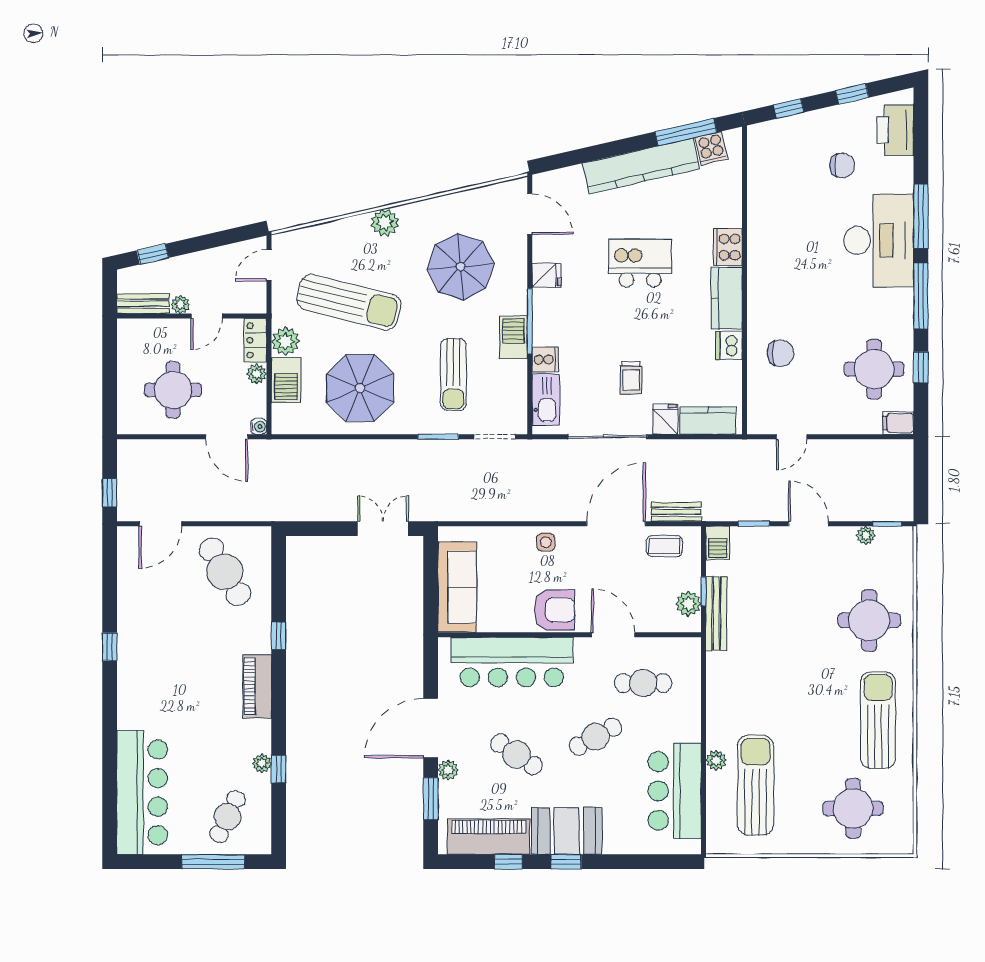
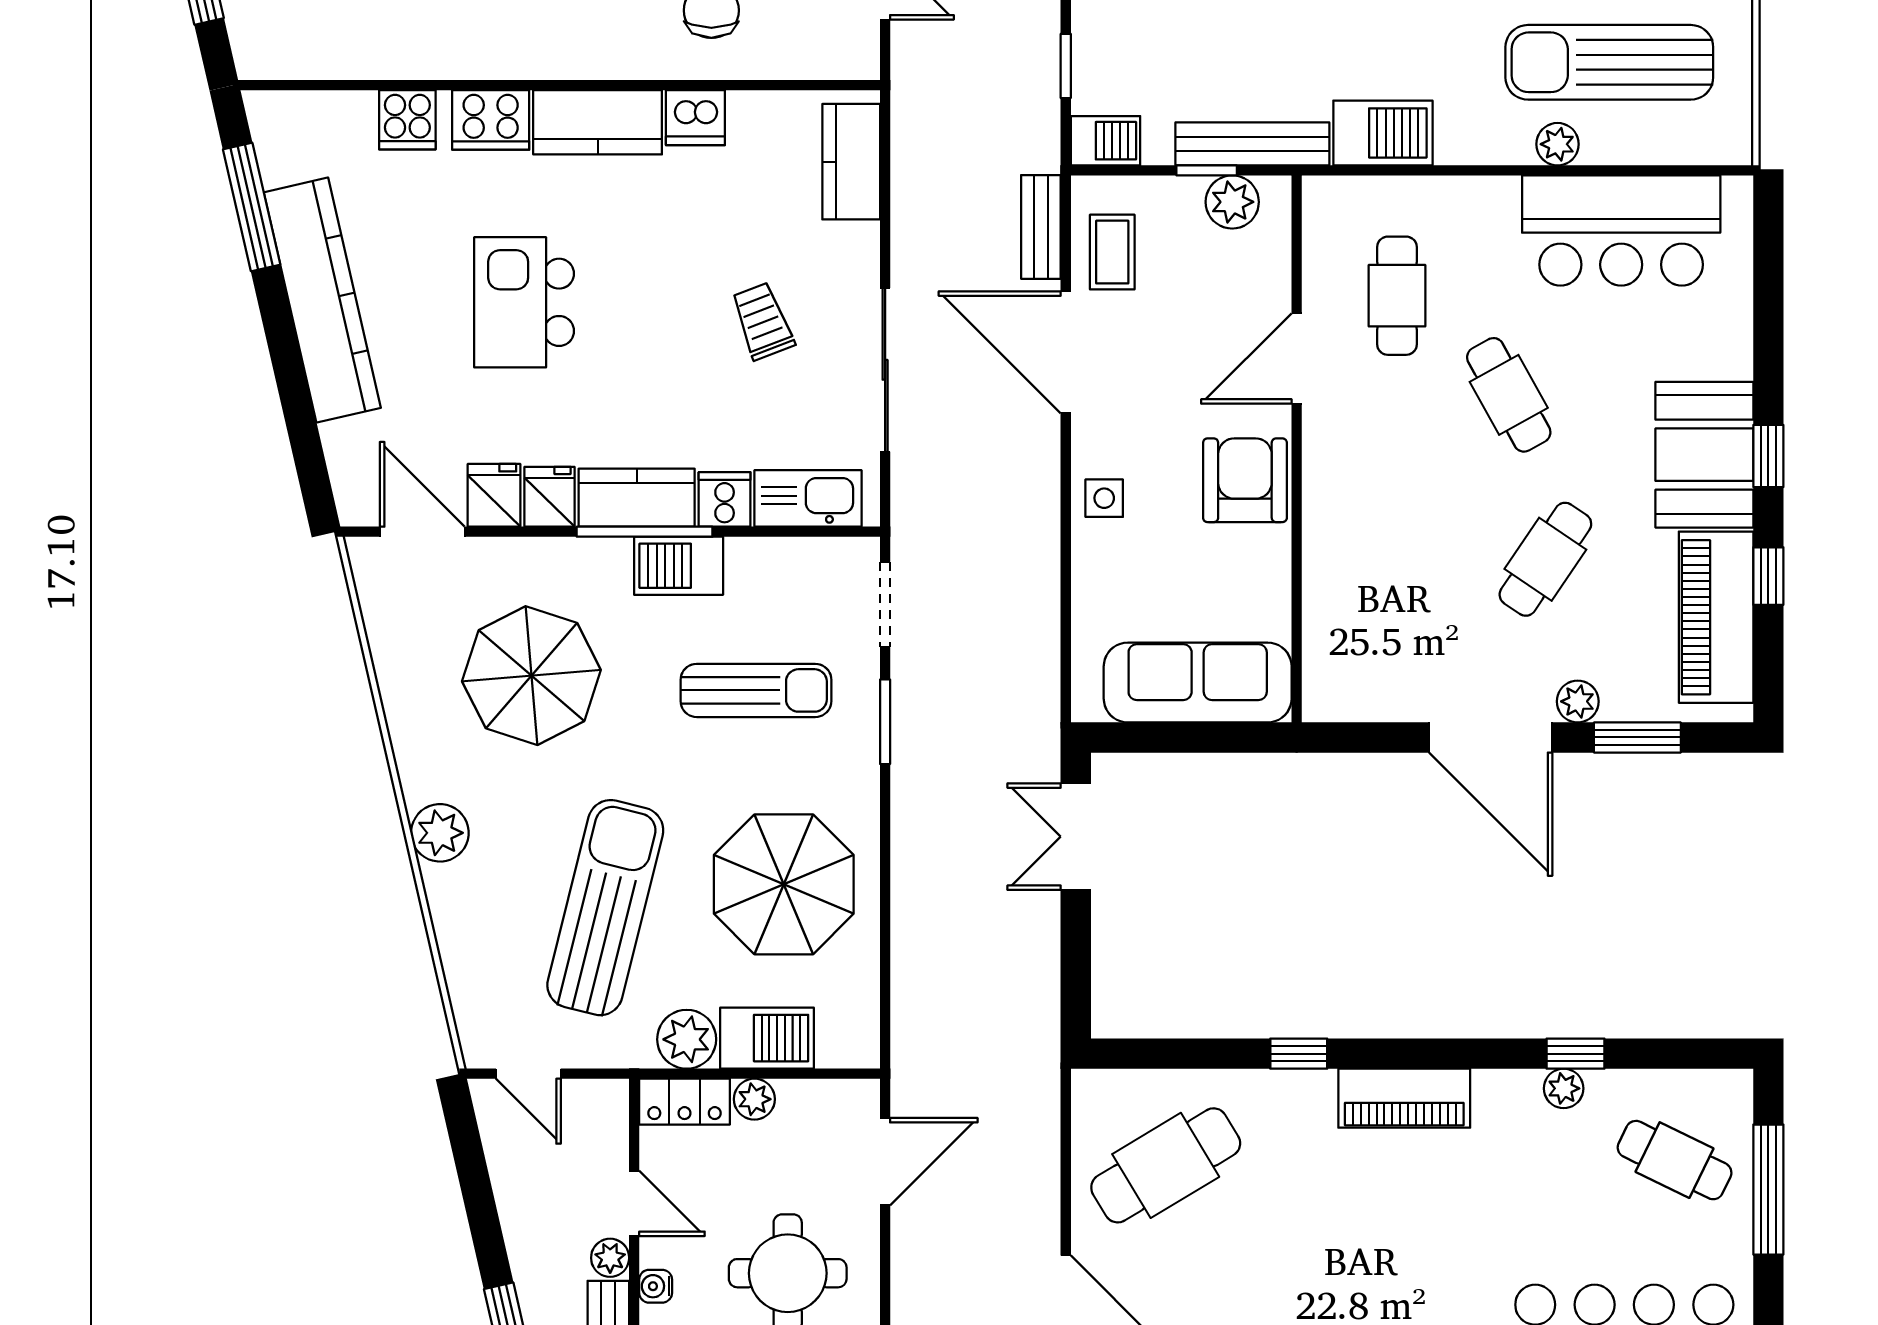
cooker: (711, 148) -> (407, 120), moved, turned 103
door: (530, 214) -> (422, 532), hinge flipped
kitchen counter: (546, 317) -> (637, 498), added
trolley: (631, 378) -> (763, 321), turned -111
fridge: (665, 419) -> (494, 495), moved, turned 90
water cooler: (259, 426) -> (656, 1286), moved, turned -90
bar counter: (512, 662) -> (1353, 569), removed
barbecue: (722, 676) -> (1383, 133), added

